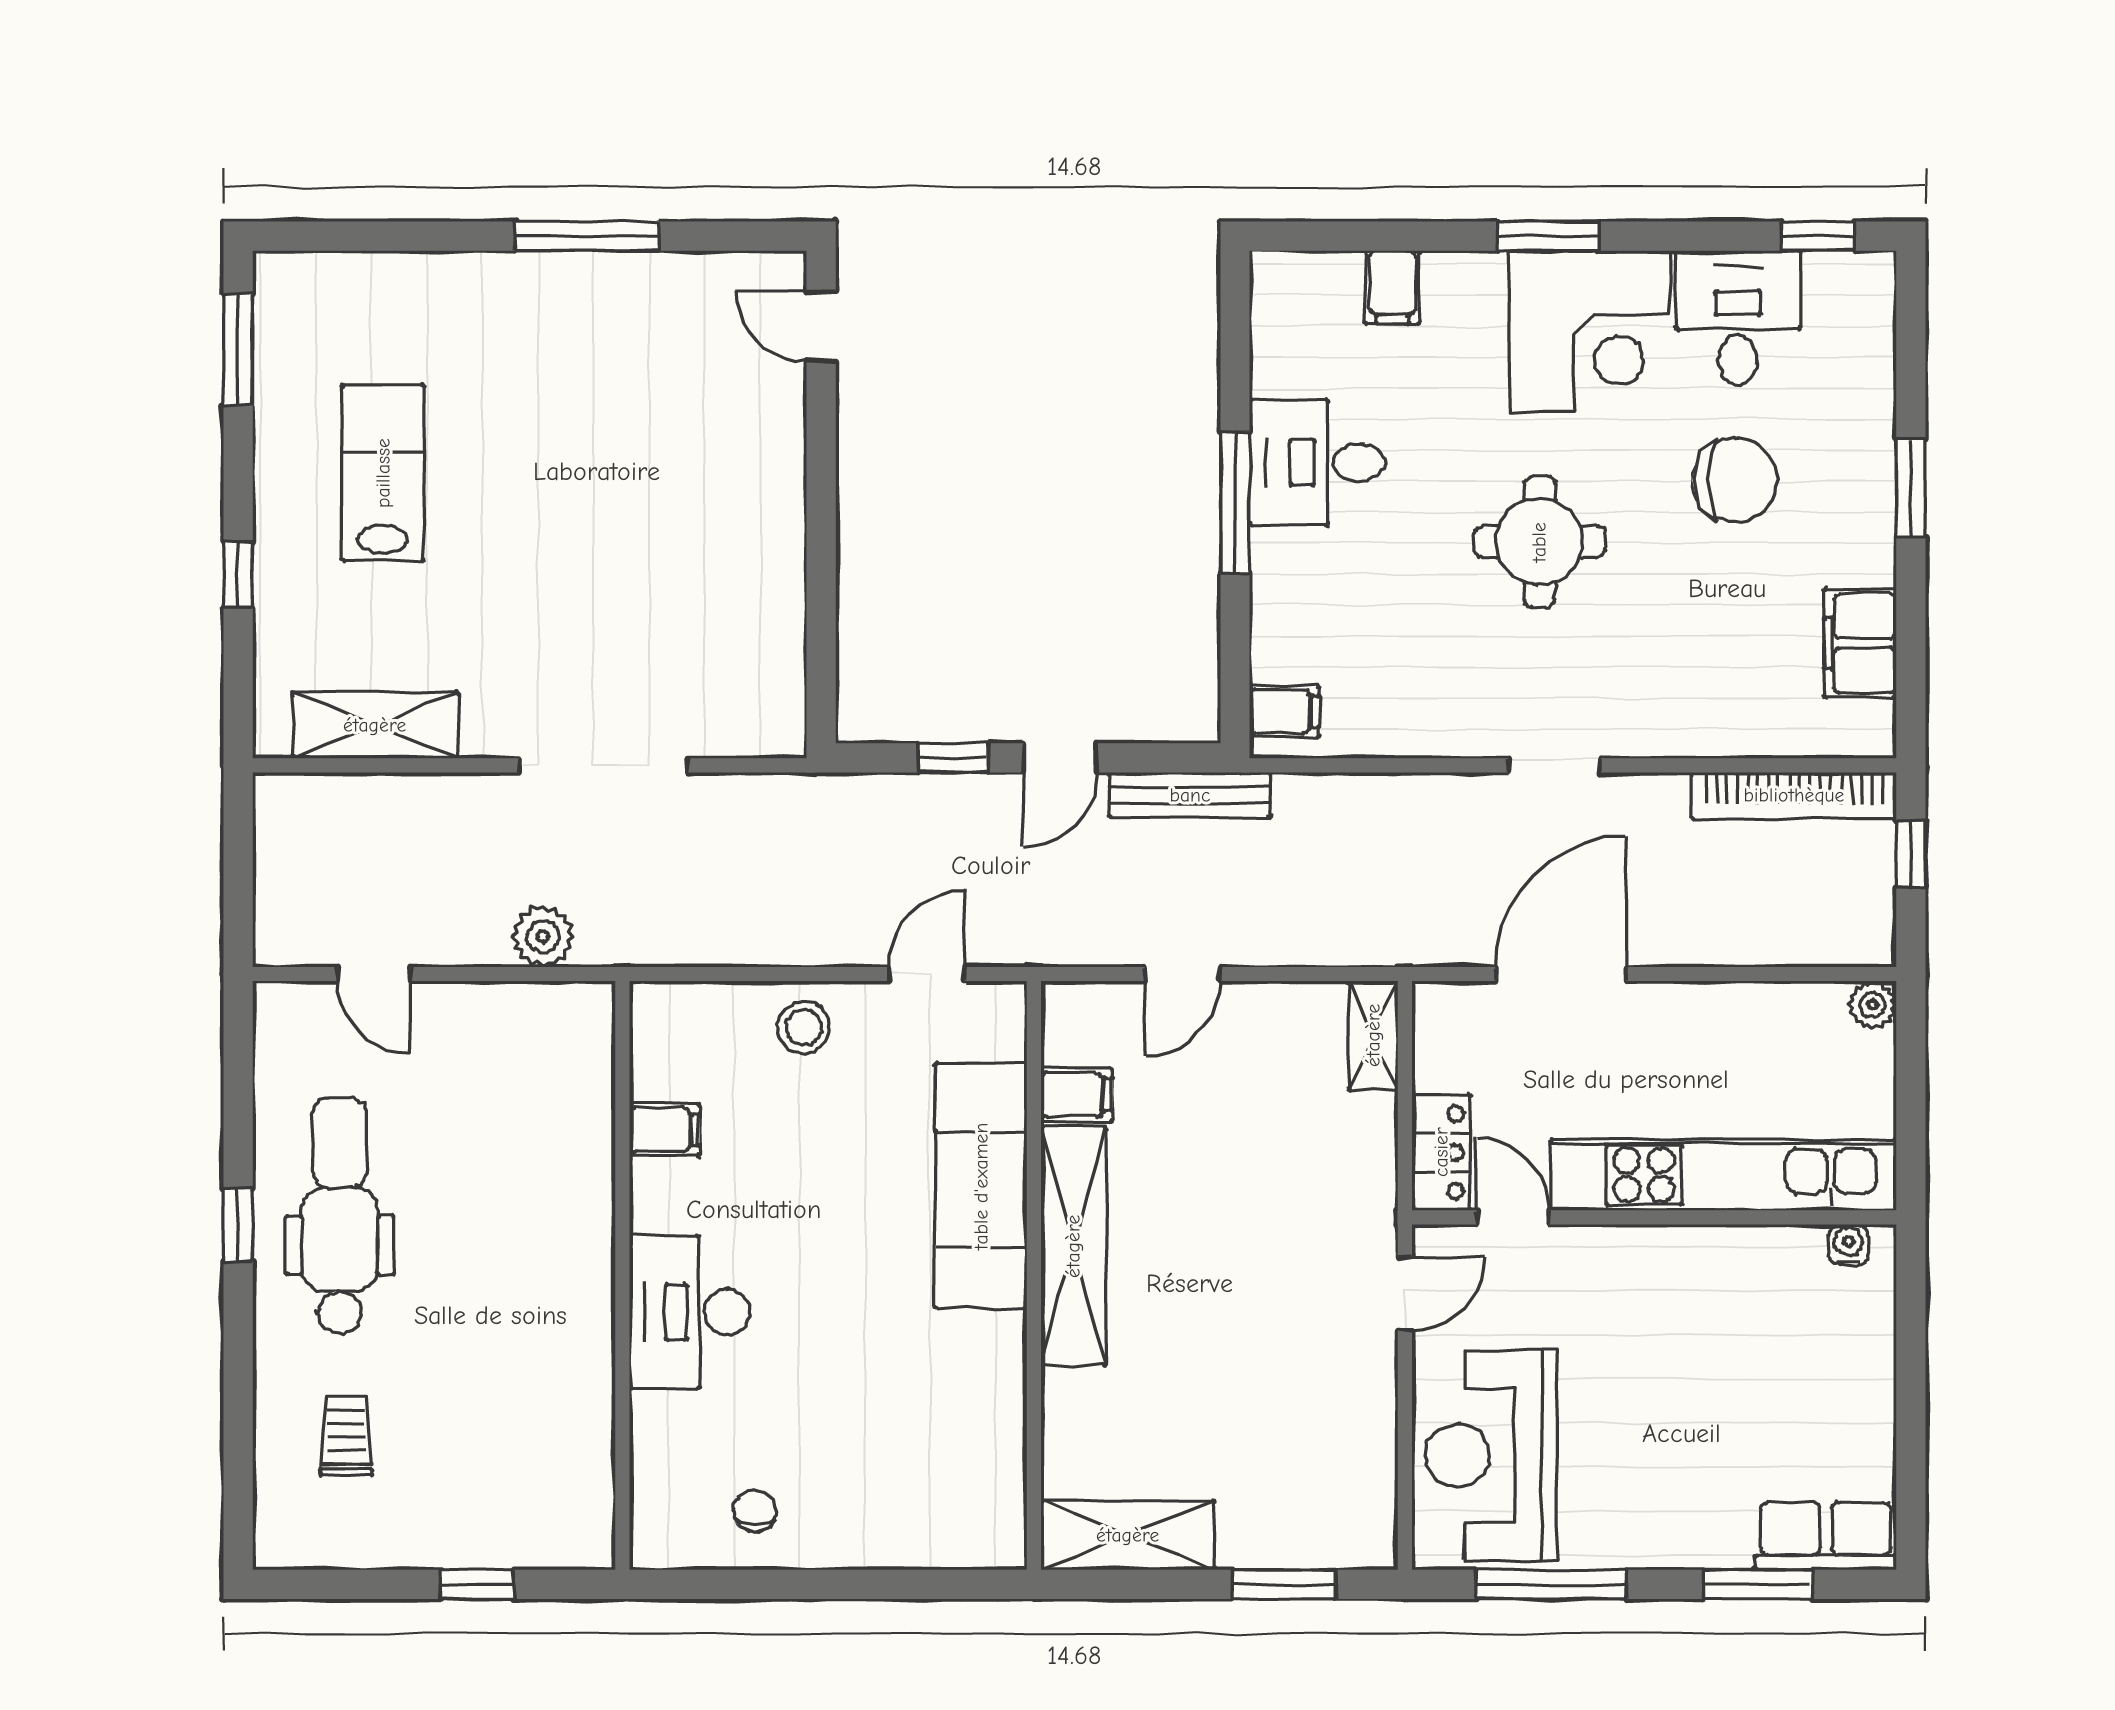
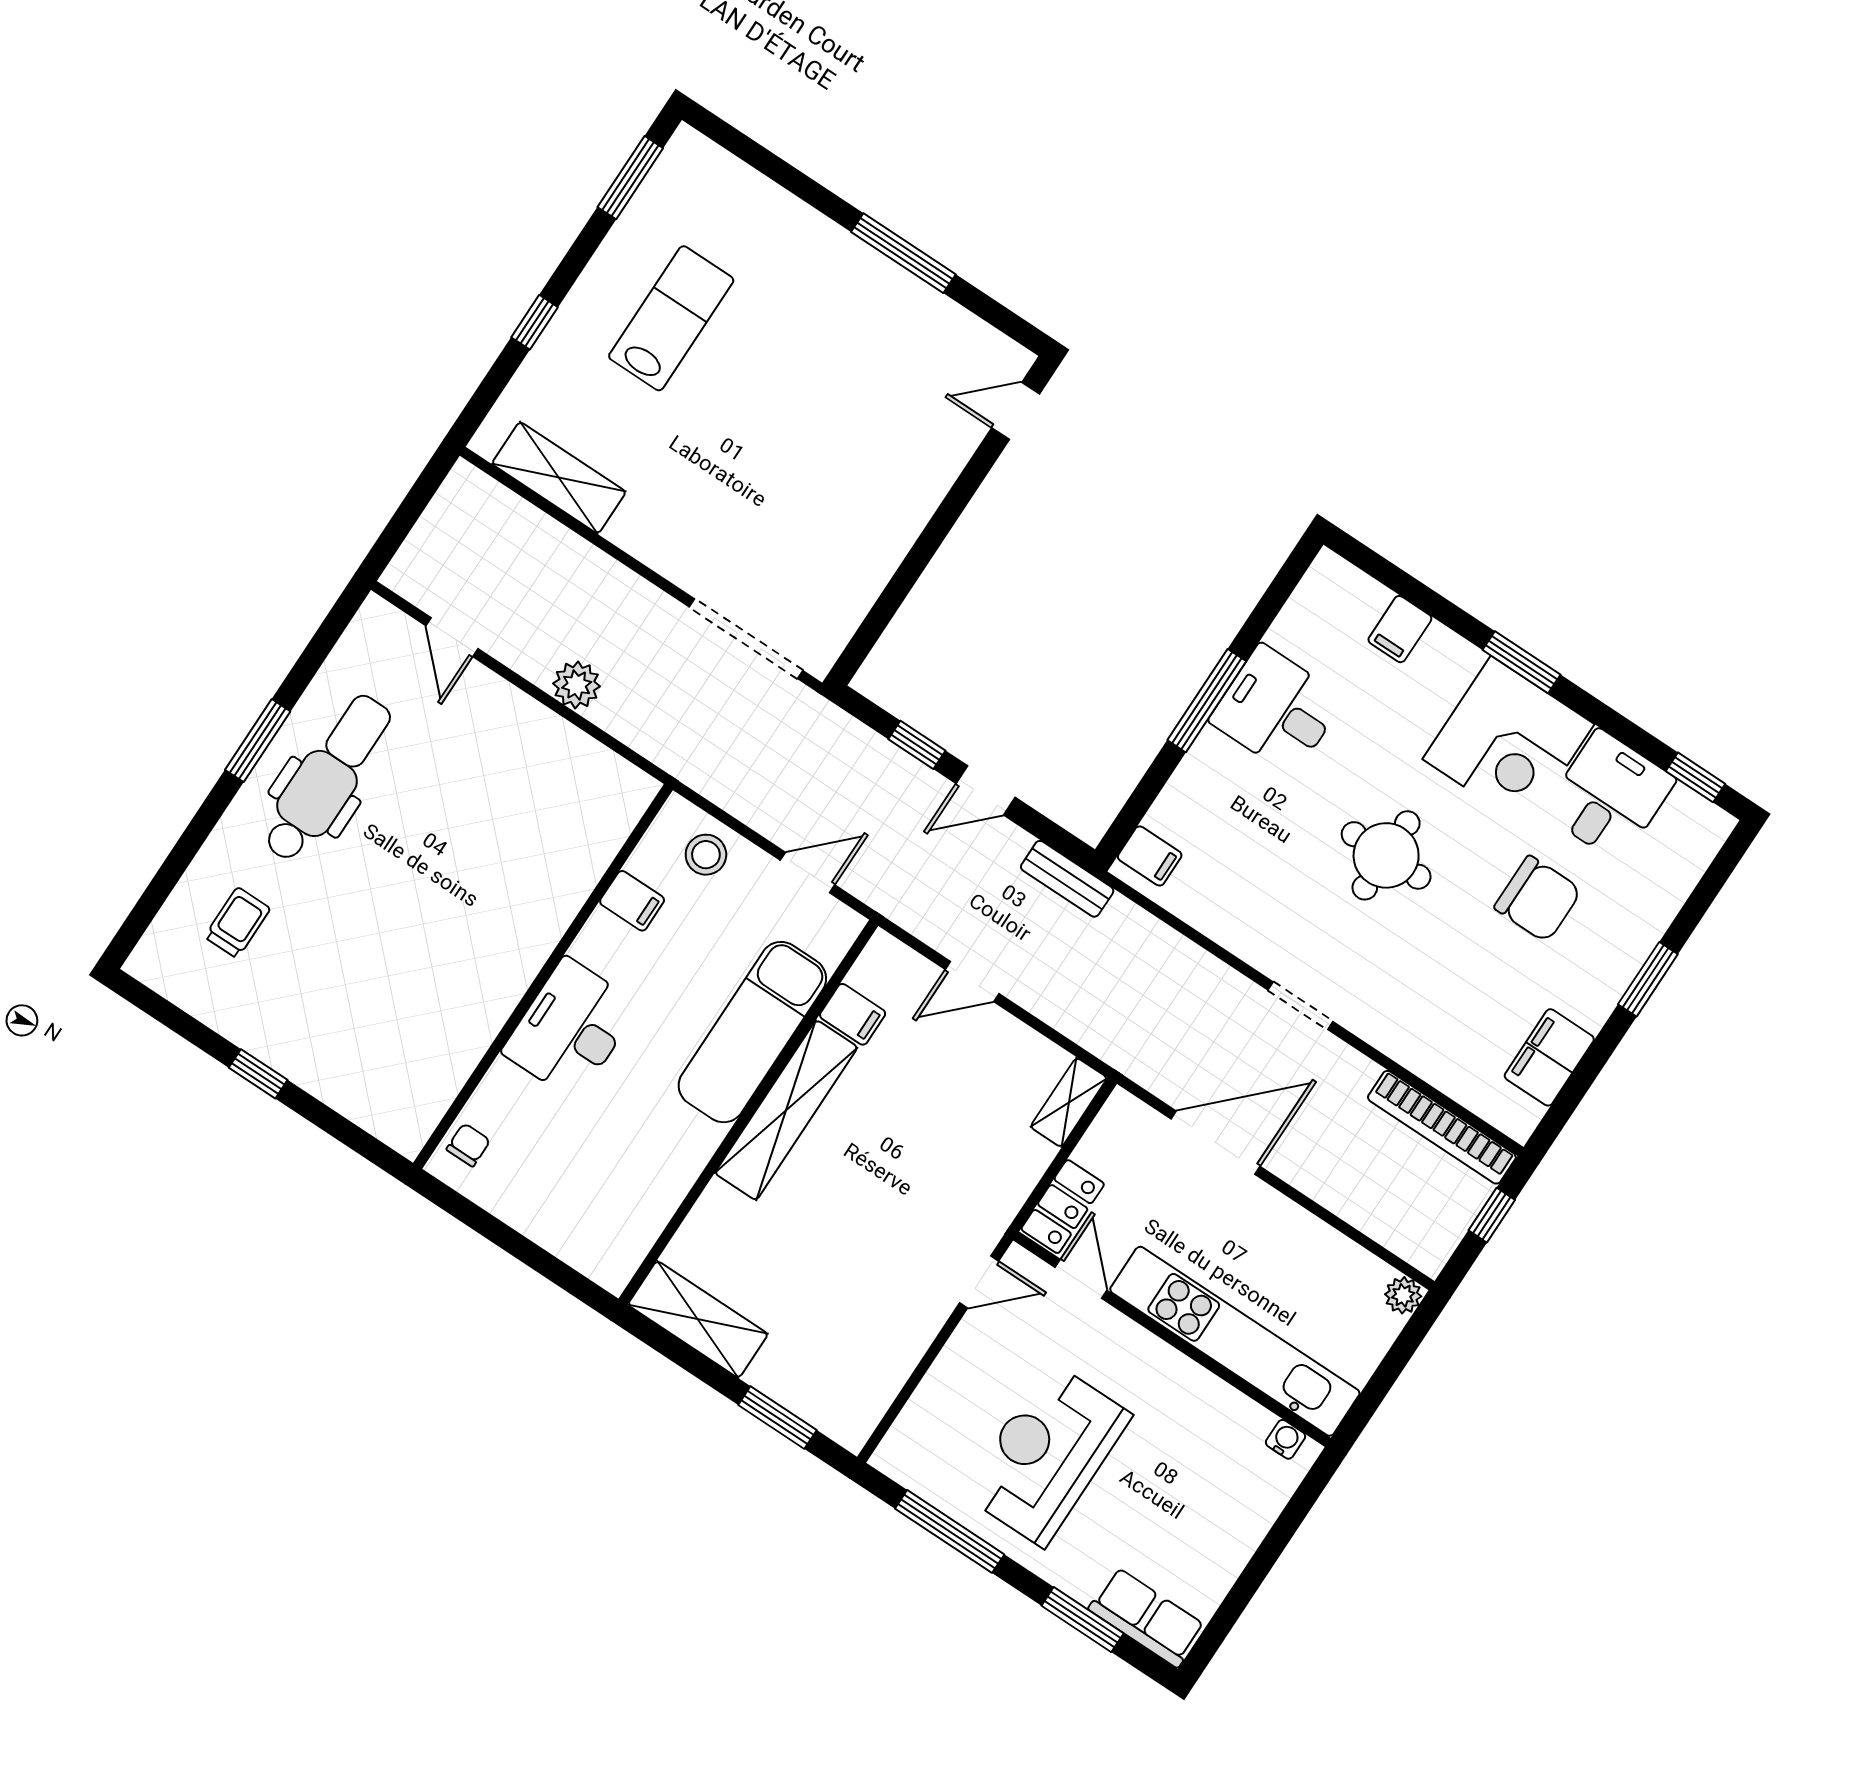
door: (821, 326) -> (1016, 411), hinge flipped
doorway: (604, 765) -> (746, 639), moved
bench: (1190, 795) -> (1067, 879), width x0.73
filing cabinet: (664, 1130) -> (632, 901), moved
window: (238, 1225) -> (258, 741), width x1.50
wall: (622, 1275) -> (543, 976), moved
desk: (690, 1312) -> (571, 1029), moved
reception desk: (1491, 1456) -> (1047, 1454), moved

